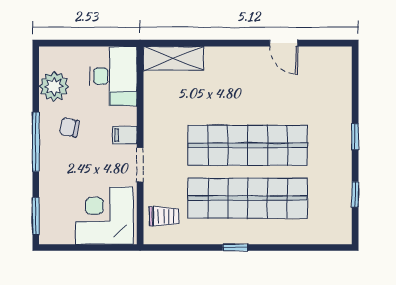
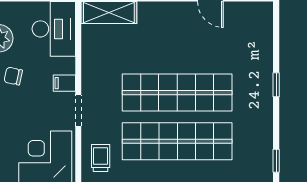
window: (355, 194) -> (276, 161), moved
trolley: (164, 216) -> (101, 158), turned -90

